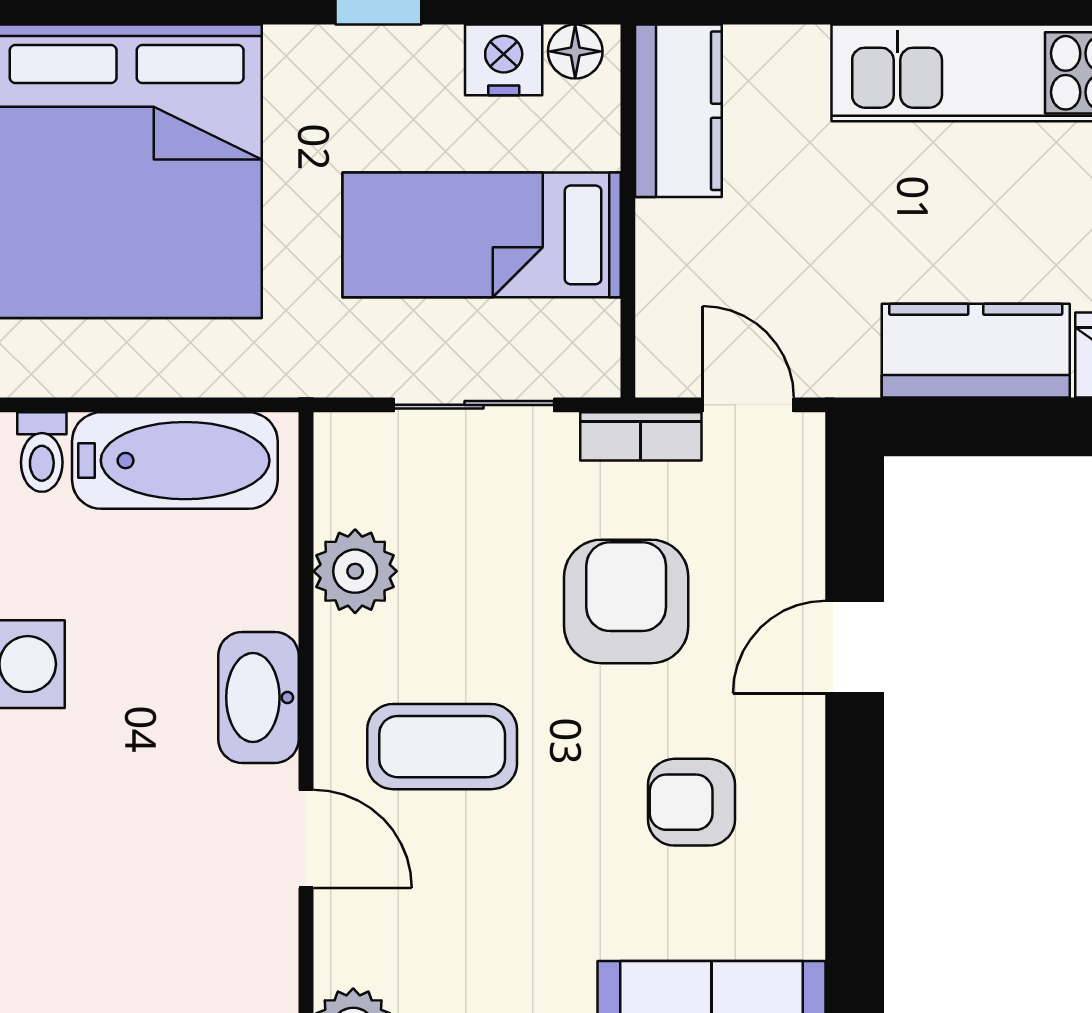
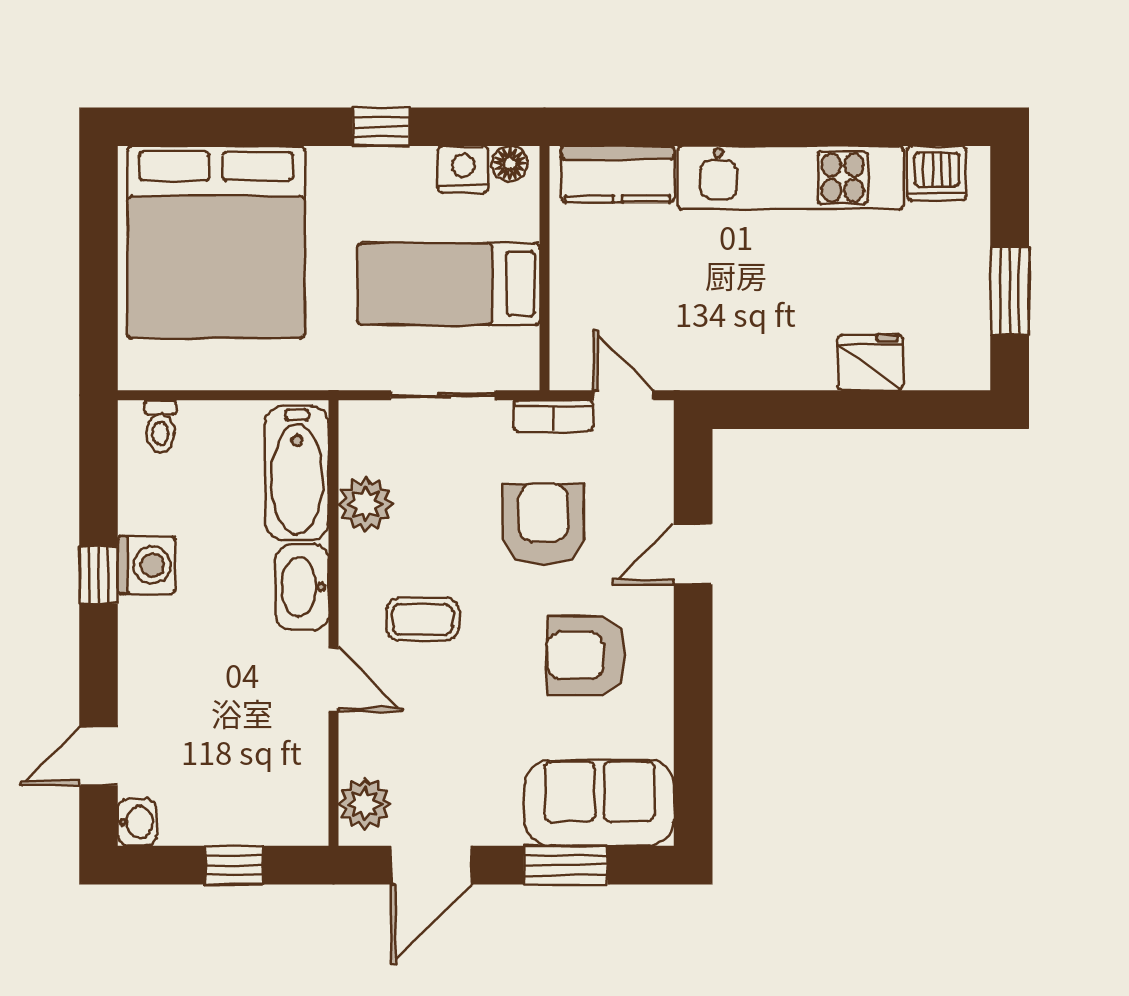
kitchen counter: (678, 111) -> (618, 174), moved, turned 90
kitchen counter: (976, 351) -> (772, 360), removed
bathtub: (175, 461) -> (297, 473), moved, turned 90
coffee table: (442, 747) -> (423, 619), width x0.73, depth x0.77
armchair: (692, 802) -> (586, 656), width x1.38, depth x1.38

